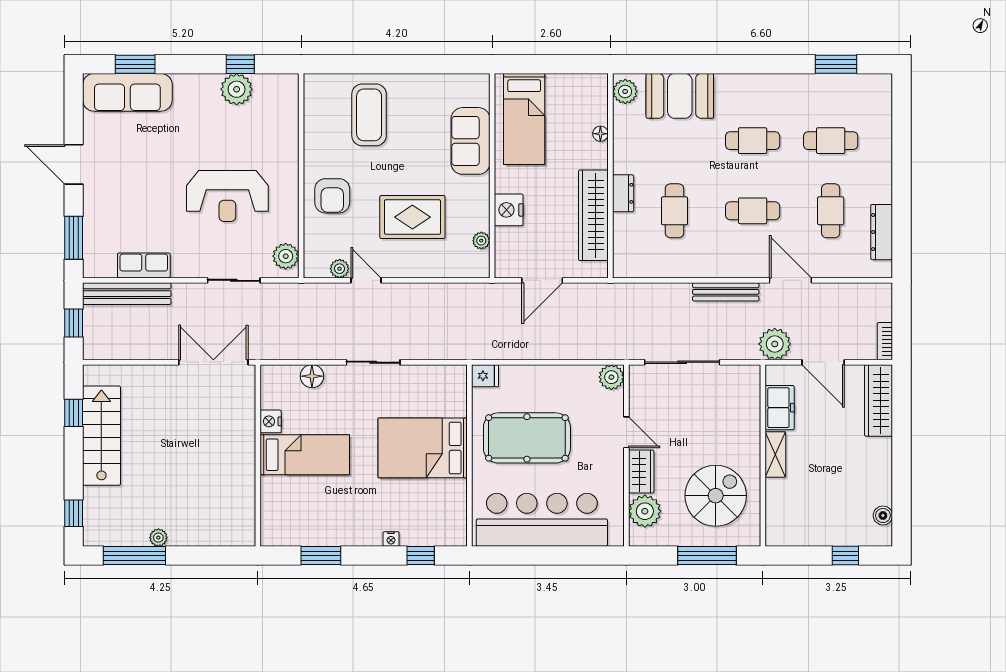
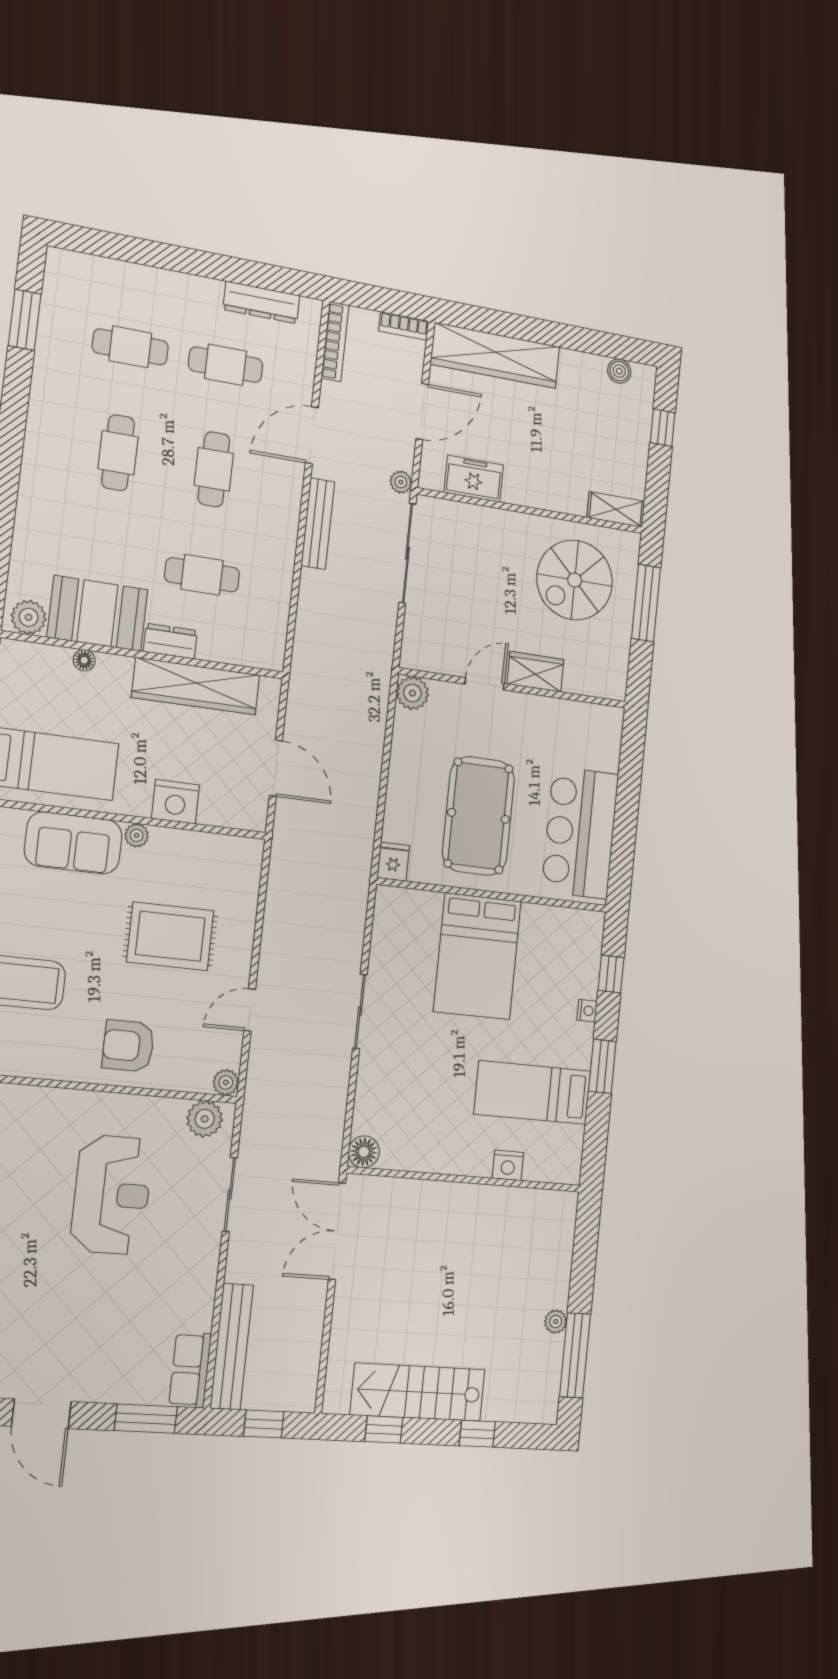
booth: (680, 96) -> (98, 613), moved, turned 90
cafe table: (831, 141) -> (130, 347), turned 90
door: (74, 164) -> (41, 1414), hinge flipped
armchair: (332, 196) -> (128, 1046), turned 180
rug: (412, 217) -> (170, 936), turned 90
plant: (481, 241) -> (137, 835), moved
row of seats: (144, 266) -> (190, 1370), moved
plant: (340, 269) -> (226, 1082), moved
bookcase: (863, 290) -> (335, 342), added
plant: (775, 344) -> (401, 482), width x0.53, depth x0.53
sliding door: (682, 362) -> (407, 553), moved
floor lamp: (312, 376) -> (364, 1152), moved
wardrobe: (879, 400) -> (495, 356), width x1.40, depth x1.17
nightstand: (271, 421) -> (508, 1165), moved
bed: (305, 455) -> (533, 1093), moved, turned -90
shelving: (775, 455) -> (616, 509), moved
spiral stairs: (716, 496) -> (575, 580), turned -90
plant: (645, 511) -> (585, 674), removed
window: (74, 513) -> (477, 1434), moved
bar counter: (542, 520) -> (580, 833), width x0.73
window: (321, 556) -> (602, 1066), moved

